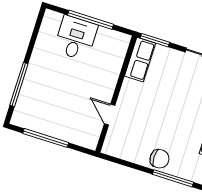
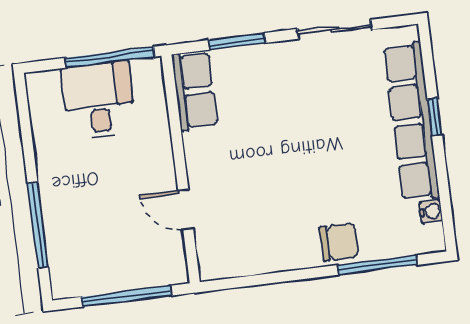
row of seats: (140, 60) -> (194, 91), moved
wall: (116, 94) -> (181, 169), moved
door: (110, 115) -> (186, 209), moved

